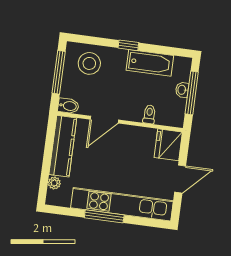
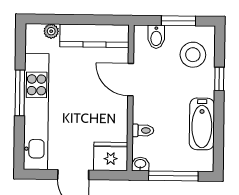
window: (128, 45) -> (219, 79), moved
window: (59, 72) -> (179, 21), width x0.69
washbasin: (182, 90) -> (140, 164), moved
bidet: (68, 106) -> (156, 37), moved

